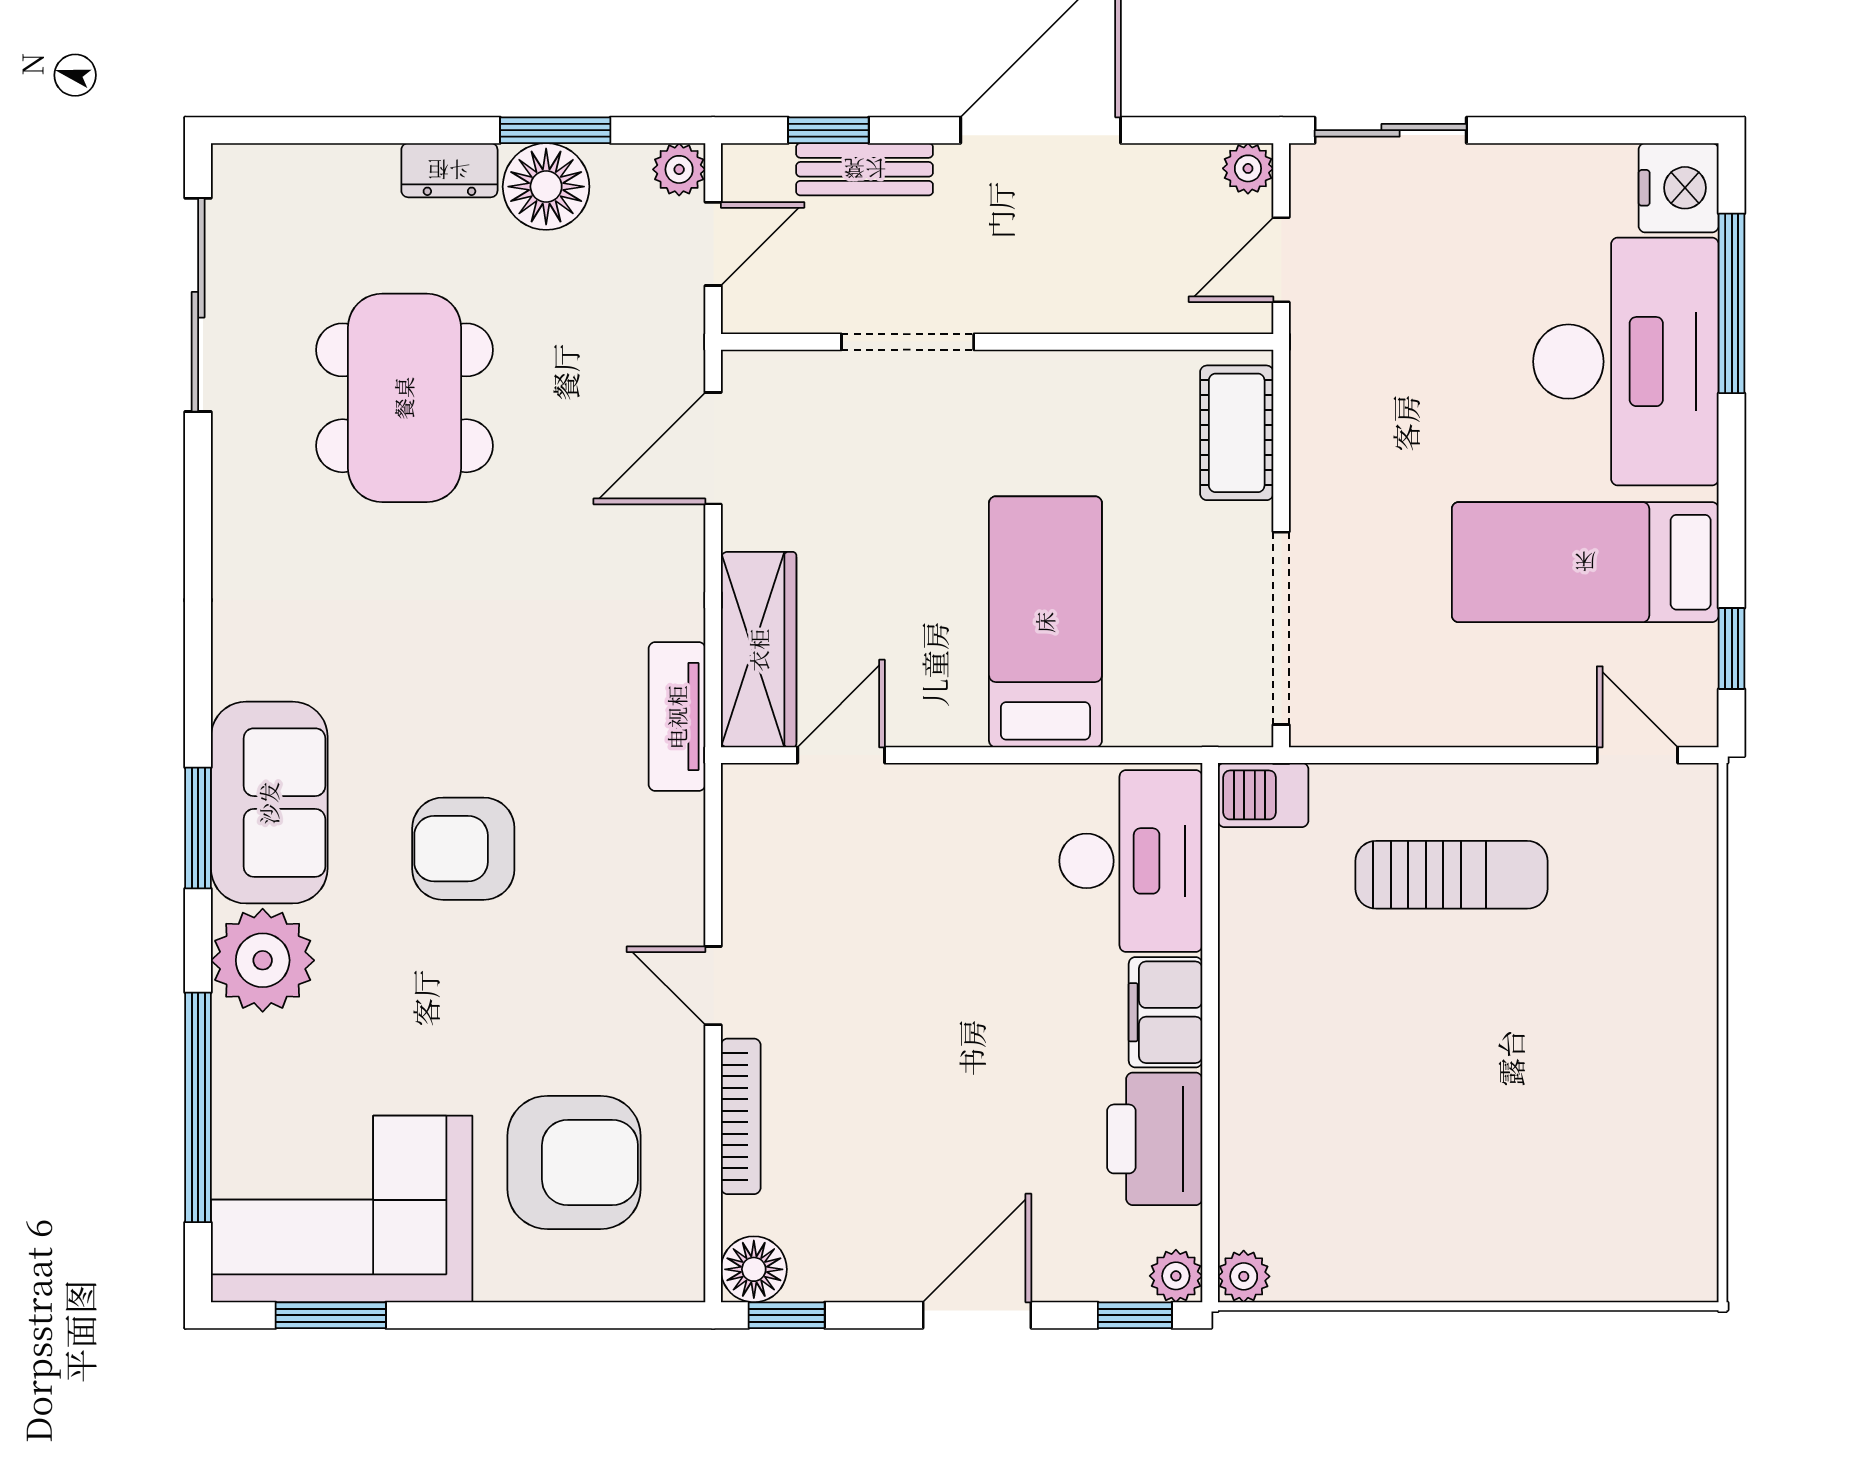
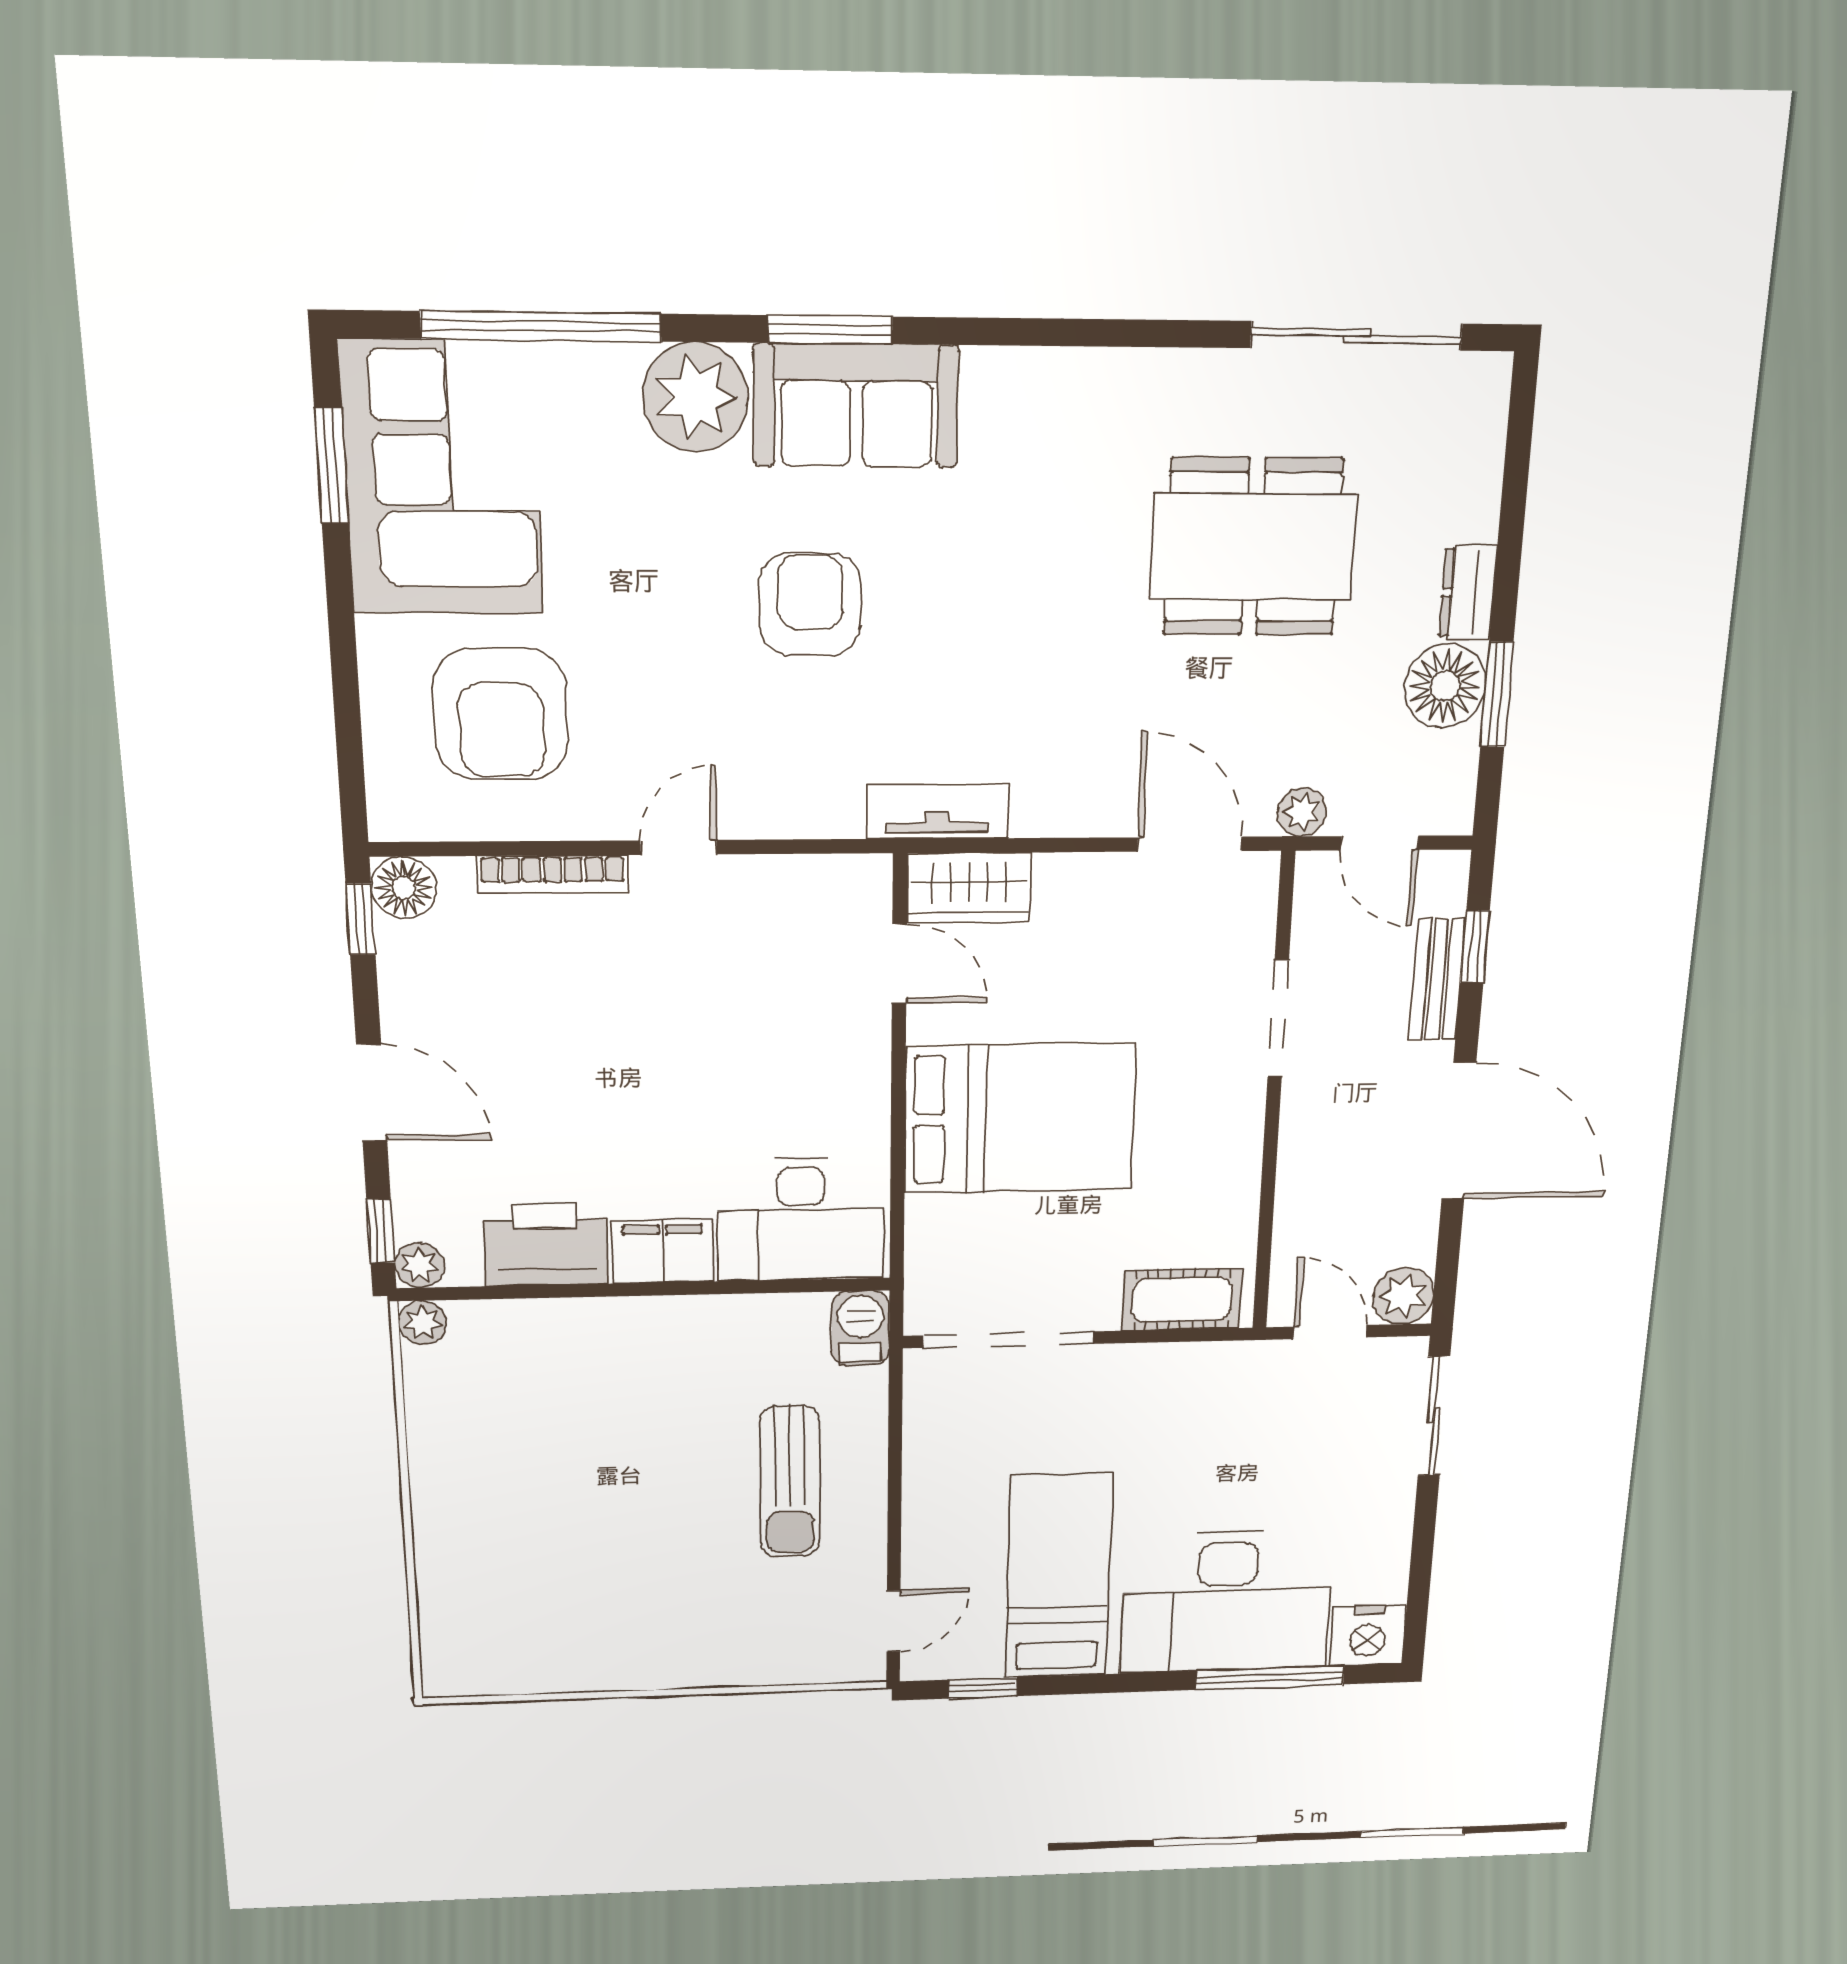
plant: (1248, 168) -> (1403, 1296), width x1.38, depth x1.38
plant: (679, 169) -> (1302, 812), moved
bed: (1045, 622) -> (1020, 1118), width x1.50
wardrobe: (759, 650) -> (969, 888), width x0.67

